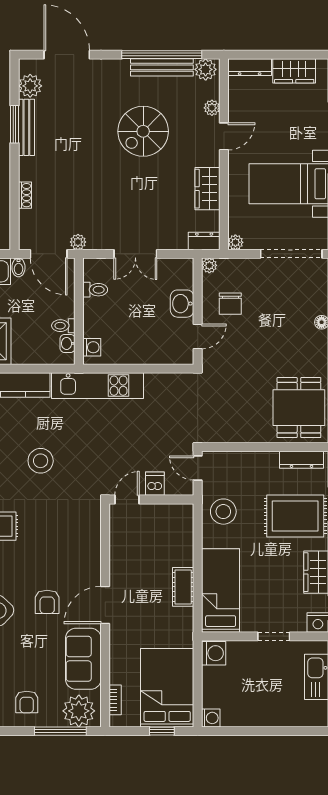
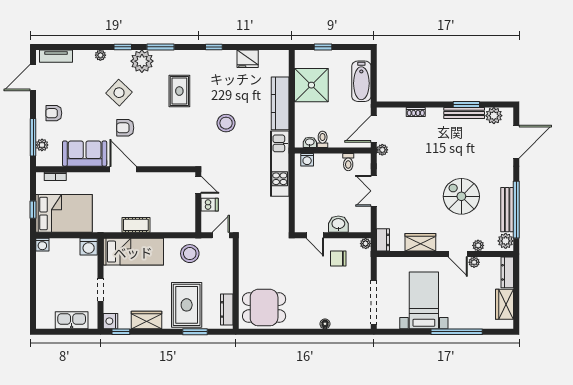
plant: (235, 242) -> (474, 262), moved
bidet: (18, 267) -> (364, 107), removed
plant: (79, 711) -> (42, 145), width x0.53, depth x0.53

